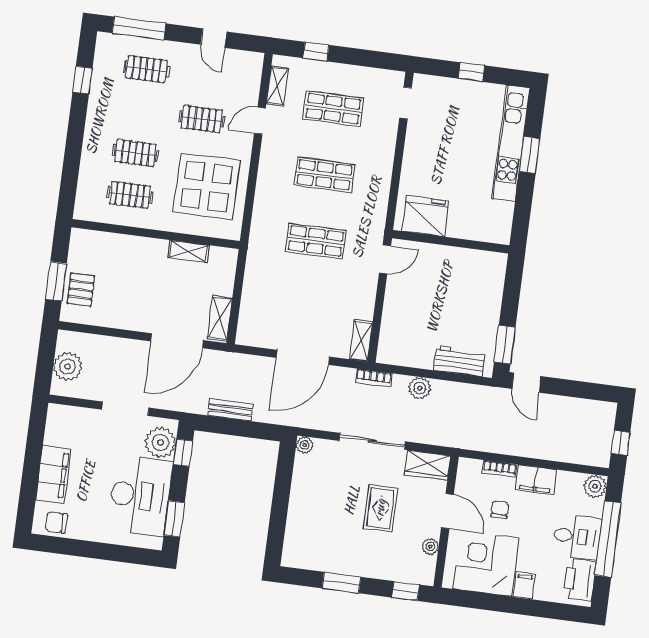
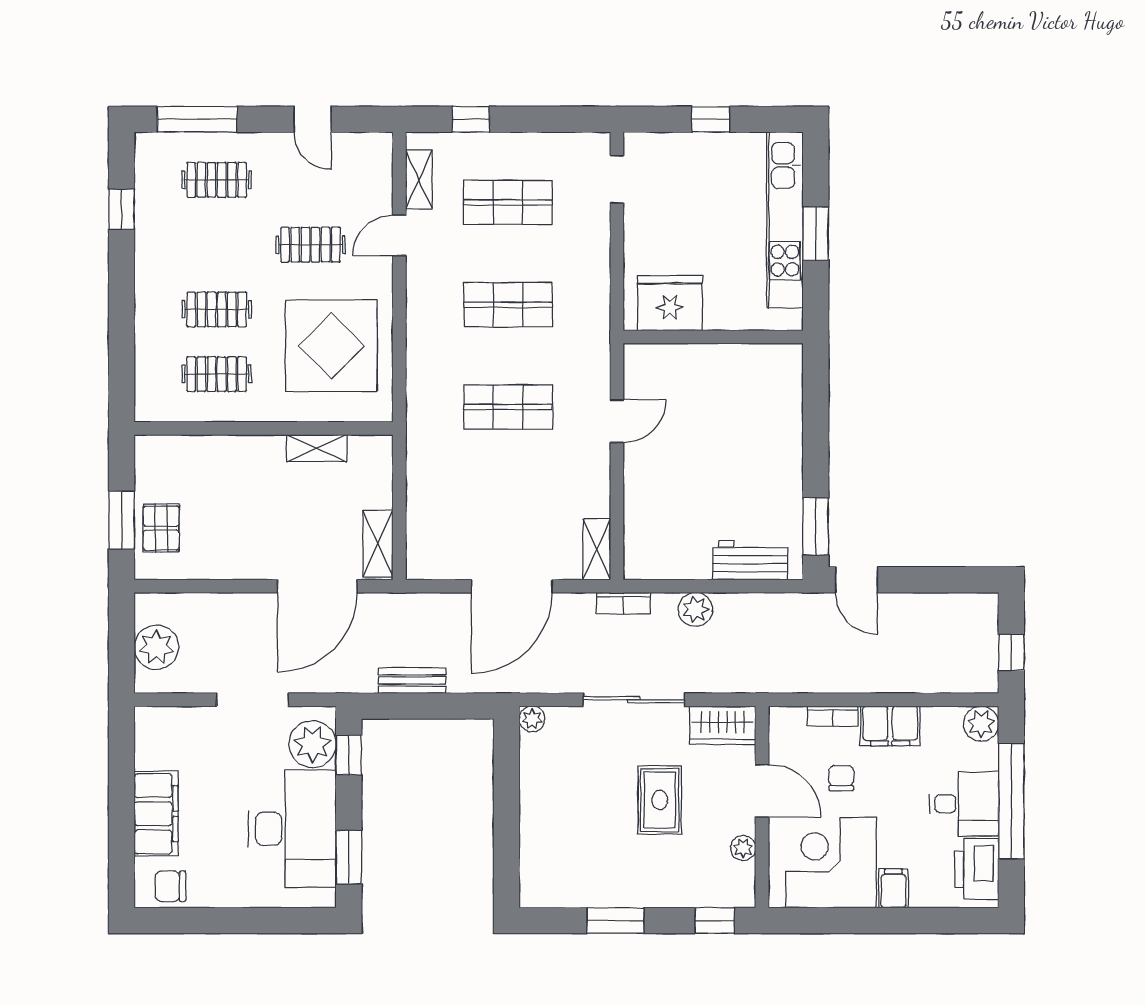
fridge: (426, 216) -> (670, 303), moved
wall: (451, 242) -> (713, 337), moved

